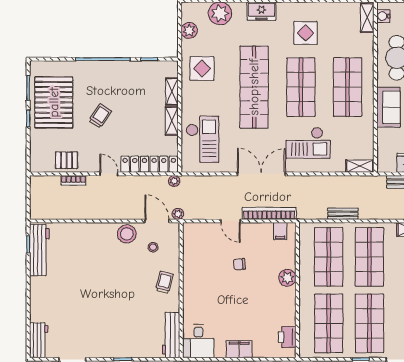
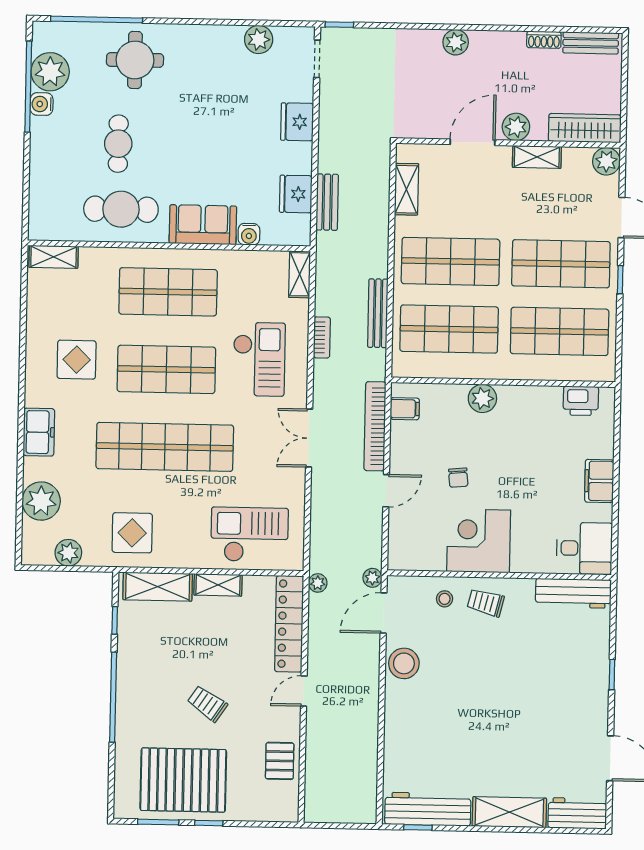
water cooler: (383, 16) -> (249, 234), moved
shelving: (172, 92) -> (158, 587), width x1.50, depth x1.33
double door: (261, 174) -> (309, 438), width x0.73
bookcase: (73, 180) -> (322, 337), moved
bench: (343, 214) -> (378, 313), width x1.36
stool: (153, 247) -> (445, 599), moved
corner desk: (202, 277) -> (479, 541), added
shelving: (39, 299) -> (509, 812), added

